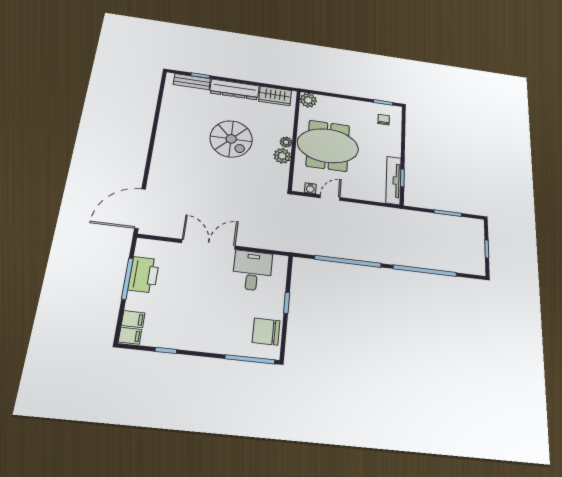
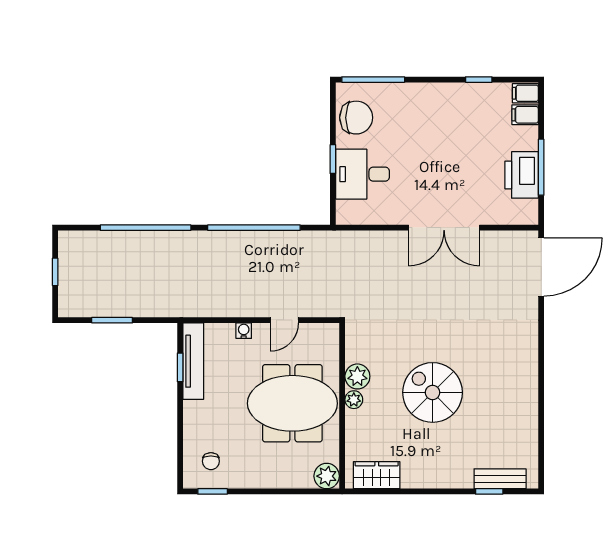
dresser: (235, 89) -> (437, 476), removed
water cooler: (310, 188) -> (244, 331), moved
desk: (252, 271) -> (363, 174), moved, turned 90

